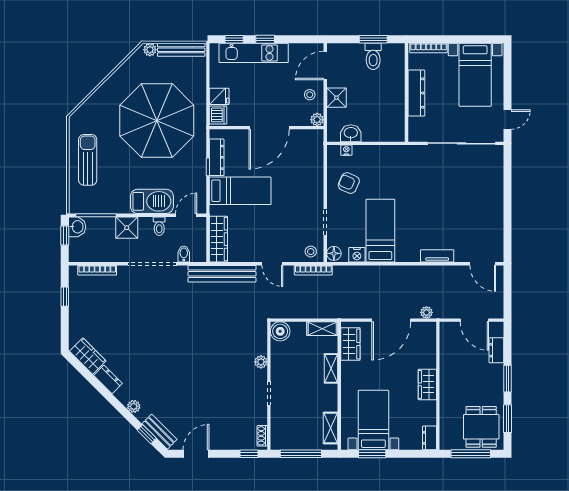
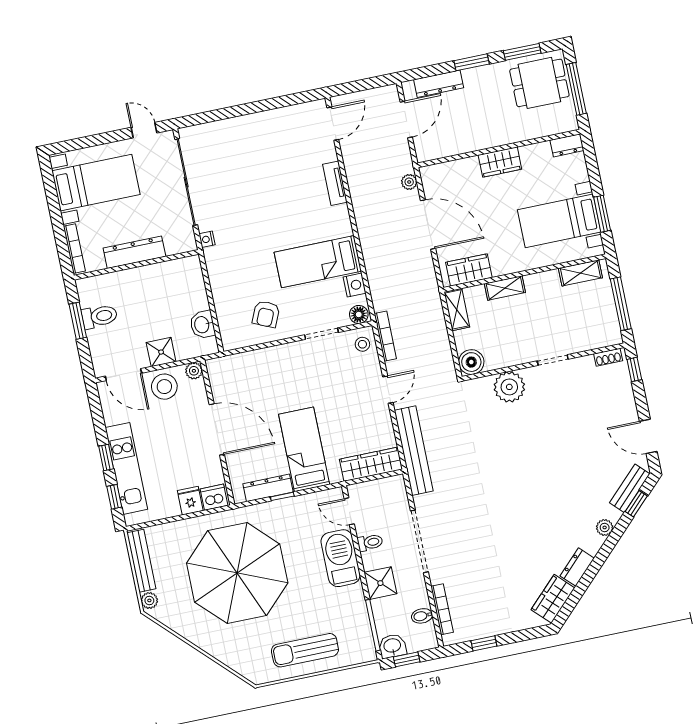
stool: (310, 95) -> (164, 387), width x1.89, depth x1.89
nightstand: (346, 150) -> (207, 239), moved
bidet: (184, 254) -> (422, 616), moved
dresser: (496, 350) -> (439, 84), width x1.44
plant: (261, 362) -> (509, 387), width x1.88, depth x1.88

